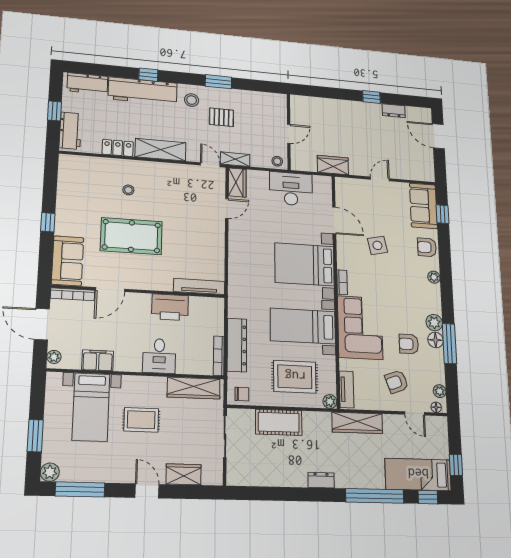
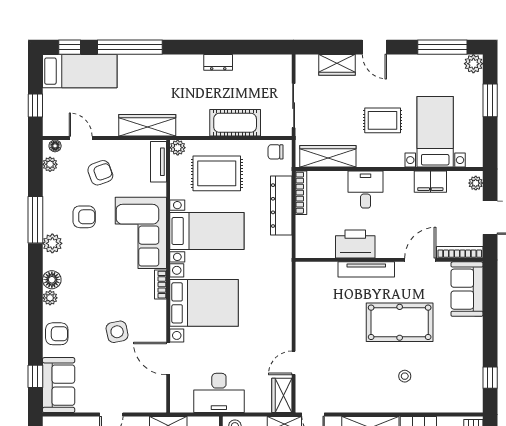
window: (48, 222) -> (490, 378), moved
tv unit: (199, 286) -> (366, 269), moved
floor lamp: (436, 340) -> (52, 280), moved
window: (456, 465) -> (35, 105), moved
dresser: (321, 480) -> (218, 62), moved

